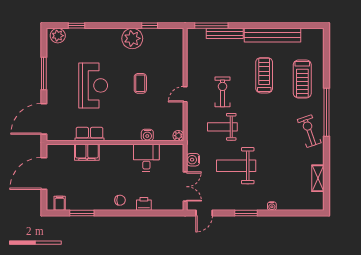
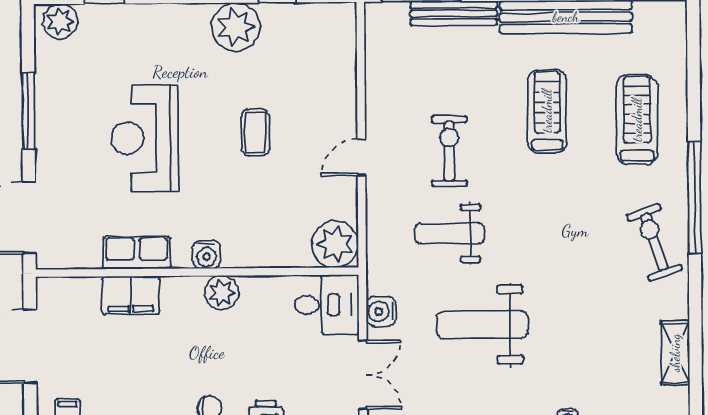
treadmill: (302, 79) -> (637, 120), turned 180
reception desk: (93, 85) -> (145, 138), turned 180
water cooler: (147, 135) -> (207, 255), moved
plant: (178, 136) -> (335, 244), width x1.88, depth x1.88
plant: (125, 151) -> (222, 293), added
desk: (146, 158) -> (327, 305), moved, turned 90

